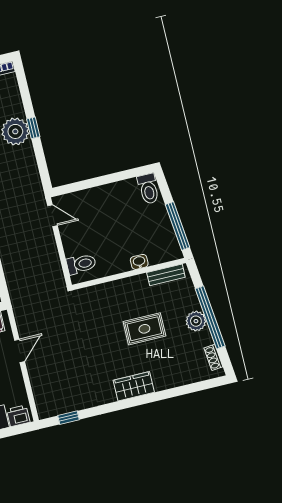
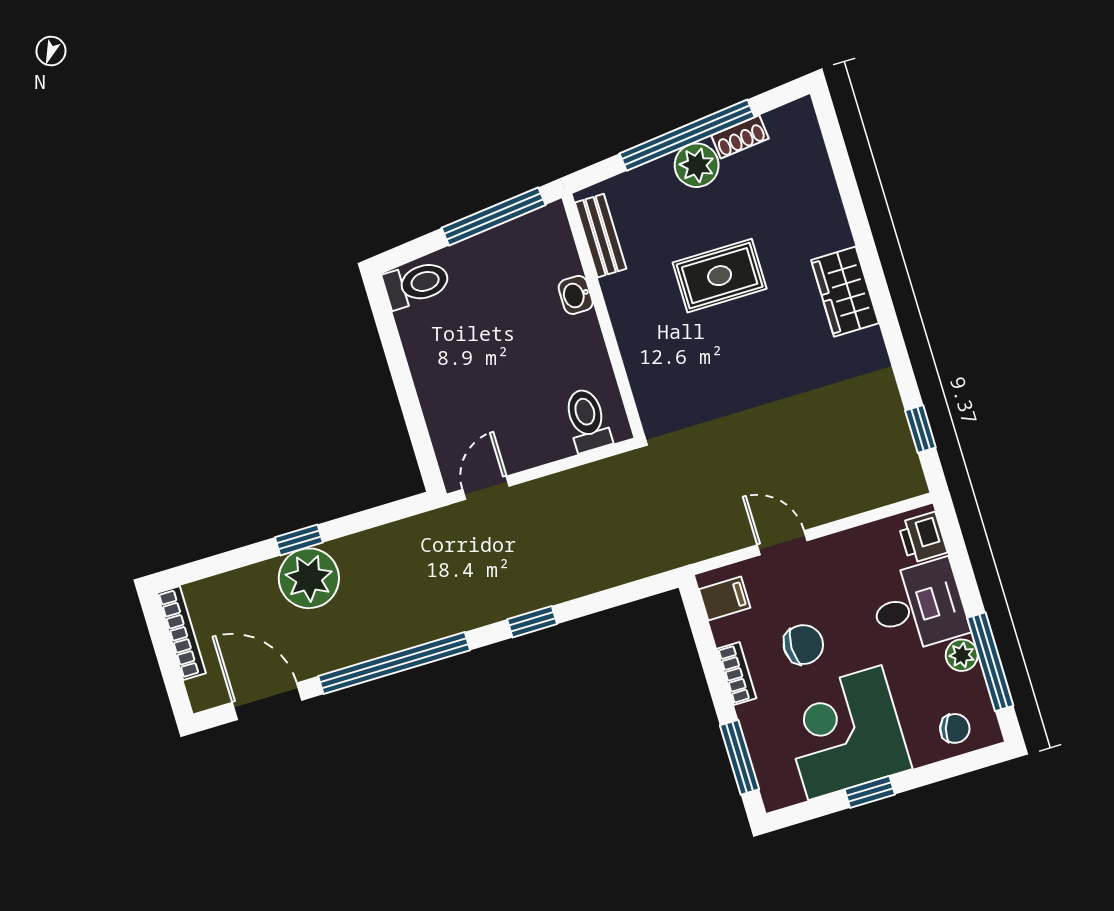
rug: (144, 329) -> (720, 276), turned 90
shoe rack: (213, 357) -> (740, 137), moved

